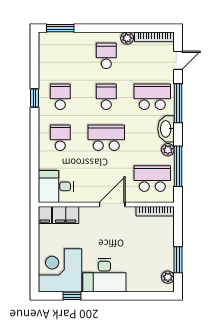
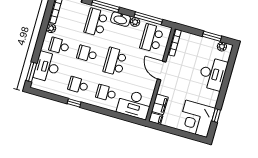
desk: (73, 47) -> (47, 67), added
desk: (56, 186) -> (134, 104), width x1.37
desk: (104, 275) -> (213, 74), moved

